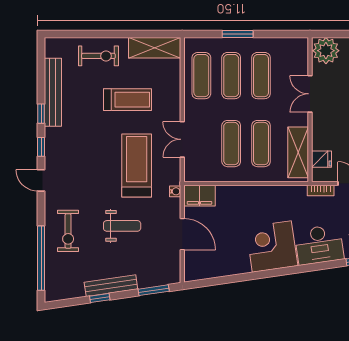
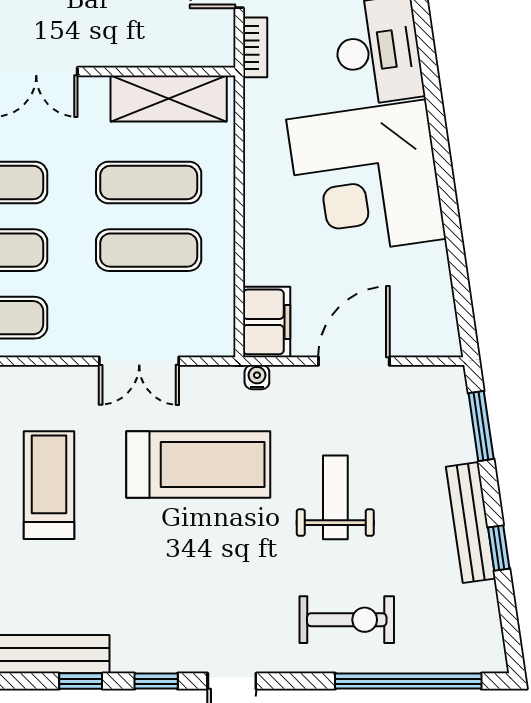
fridge: (322, 159) -> (184, 45), removed
treadmill: (137, 165) -> (198, 464), turned 180
corner desk: (272, 247) -> (366, 179), width x1.36, depth x1.36

